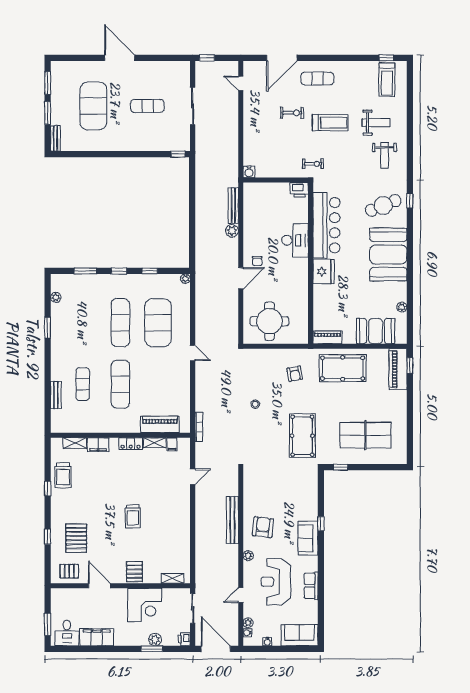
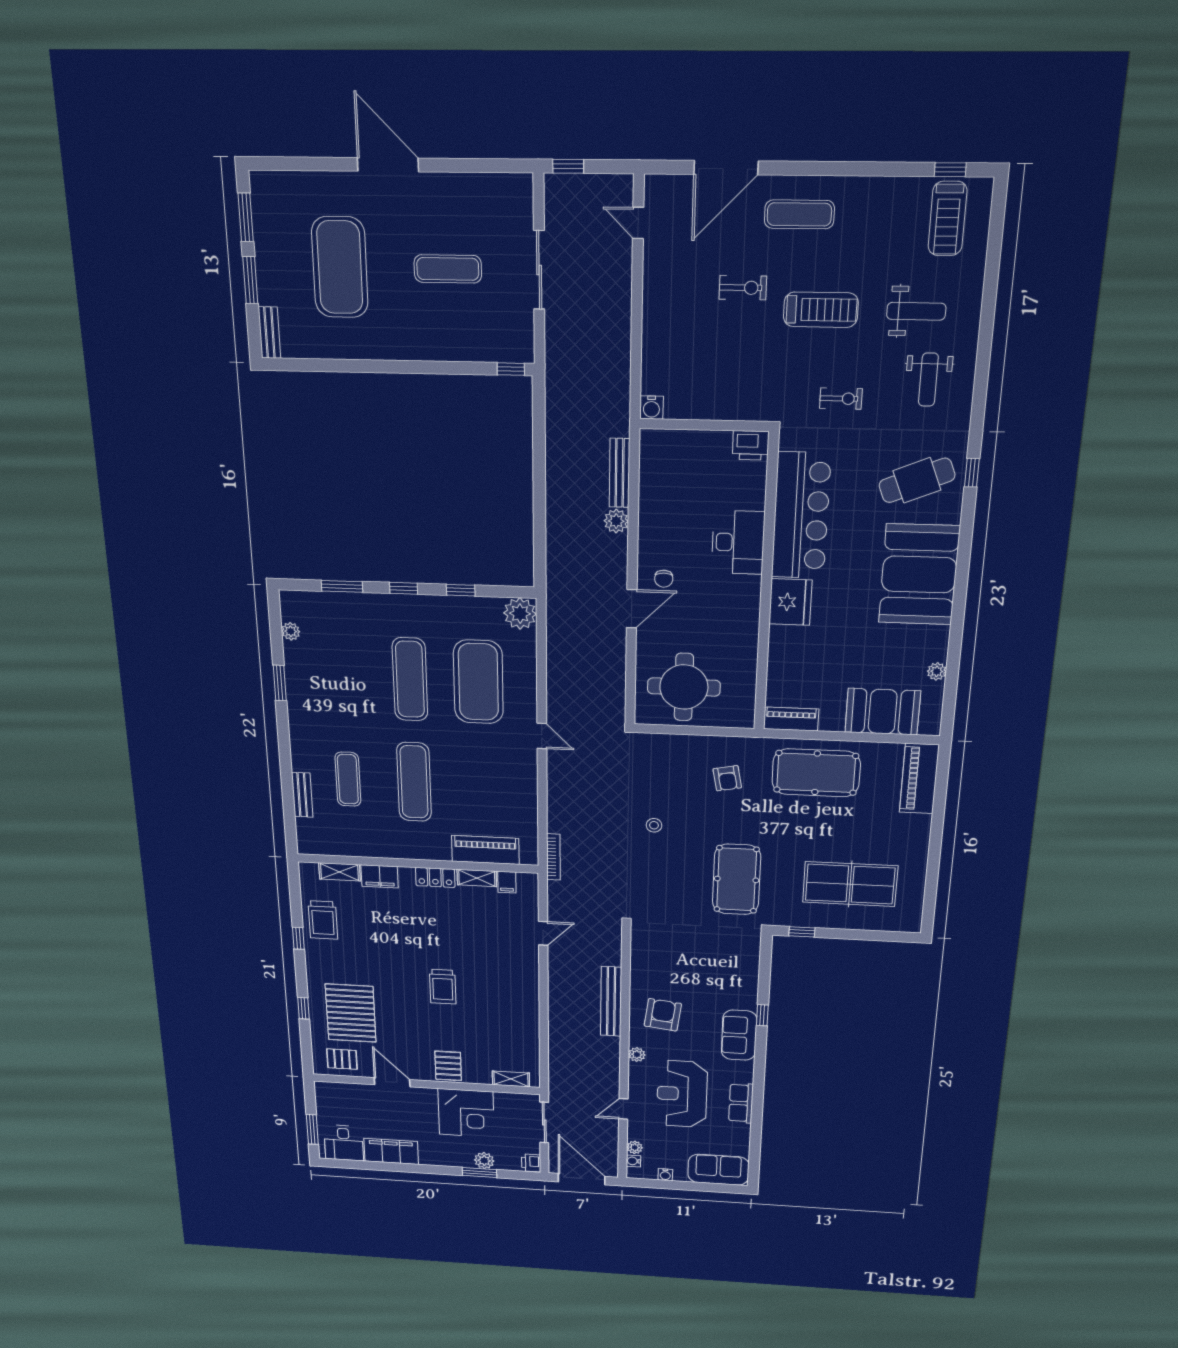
exercise bike: (313, 164) -> (841, 399), moved
plant: (185, 279) -> (520, 614), width x1.88, depth x1.88
window: (410, 366) -> (942, 773), removed
pallet: (76, 538) -> (351, 1013), width x1.37, depth x1.41

